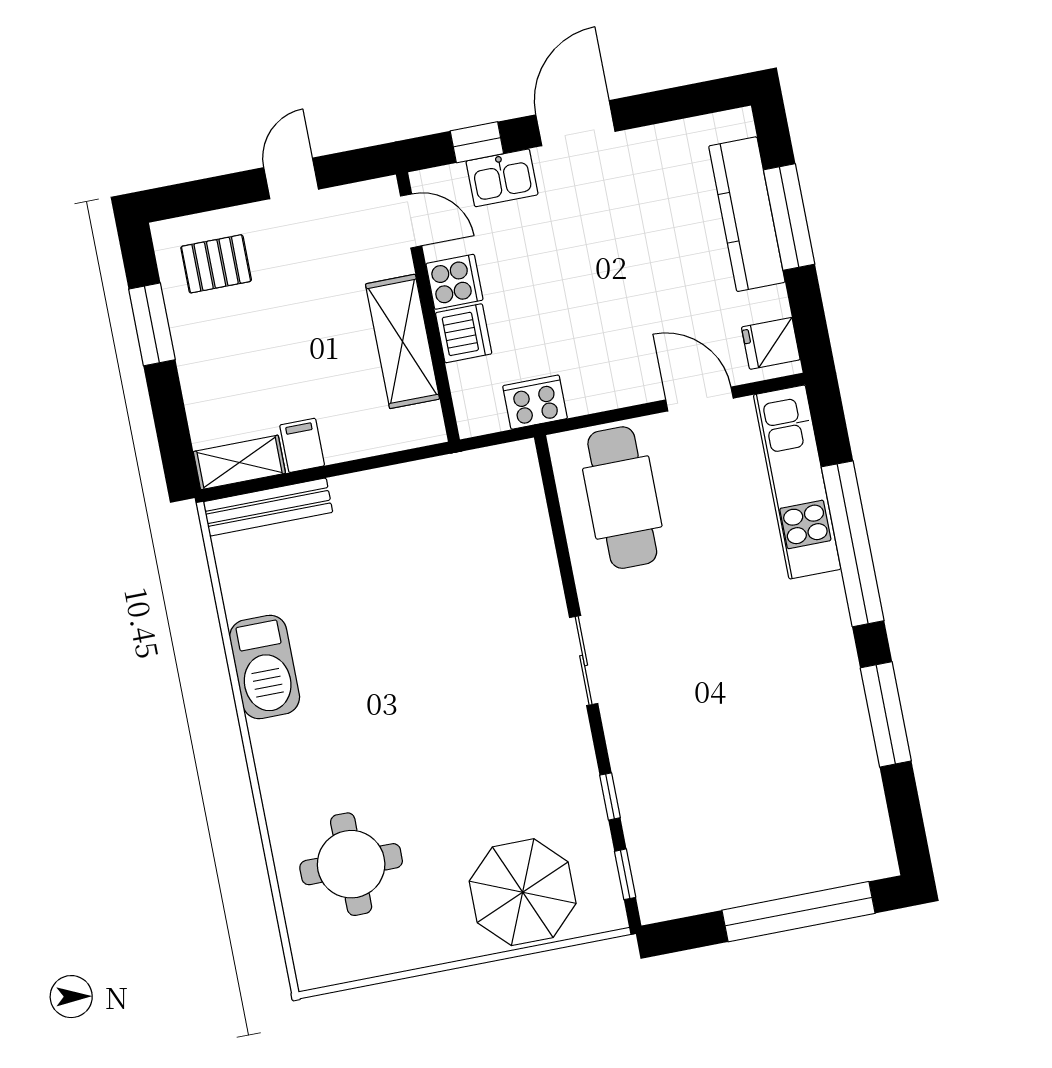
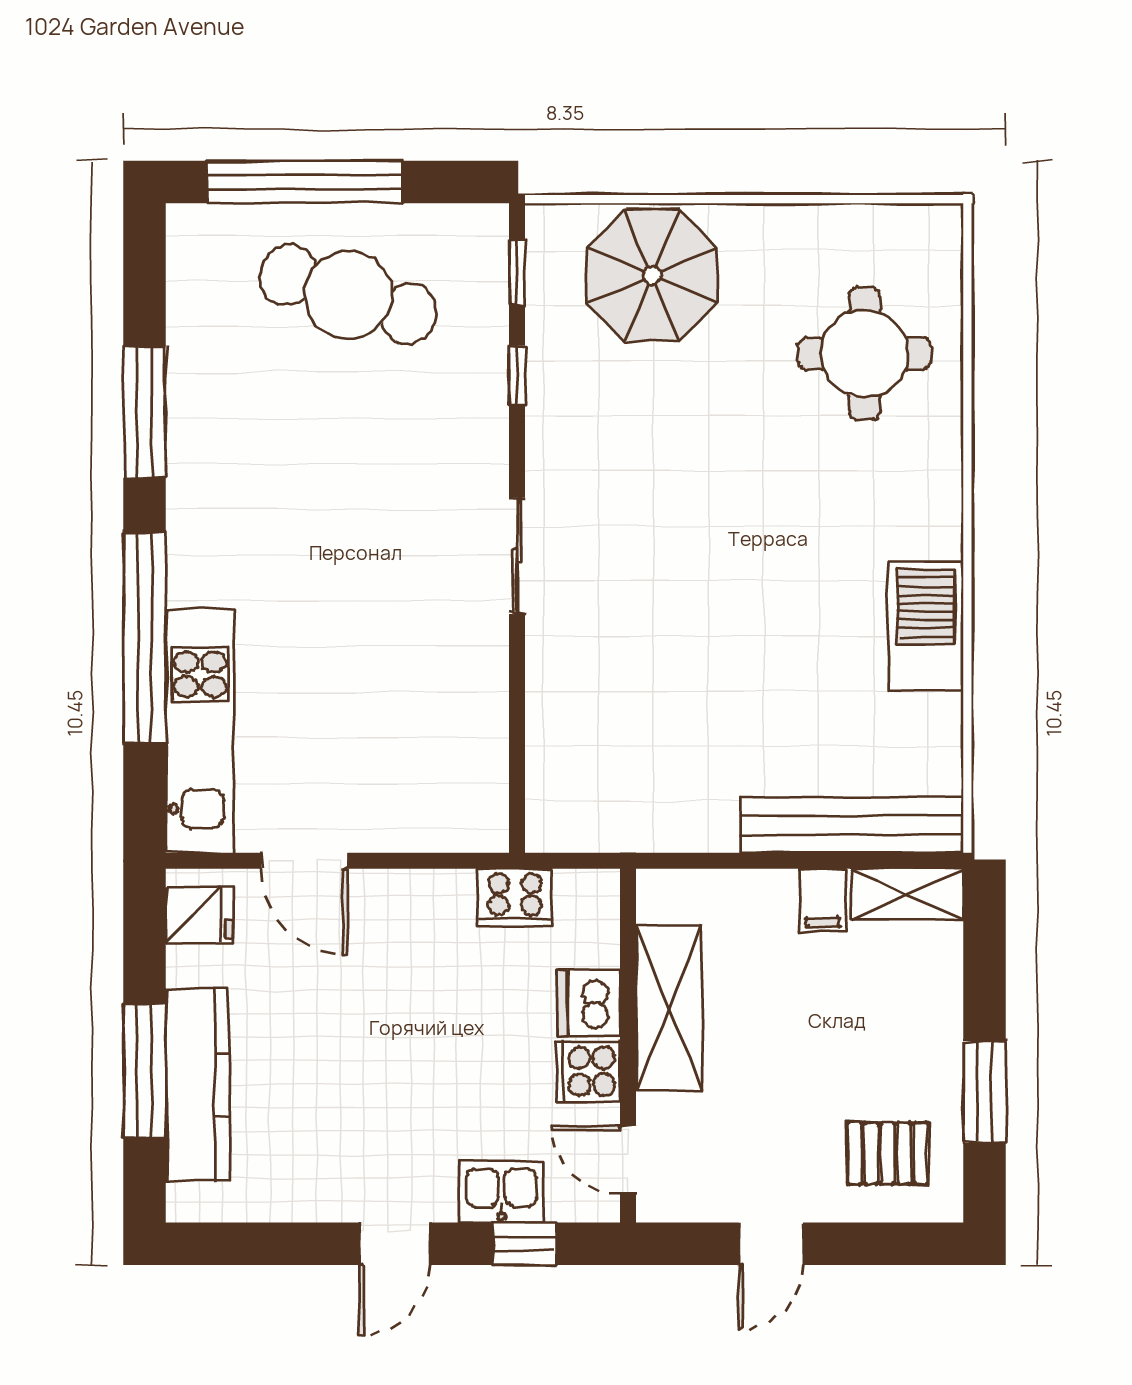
door: (575, 123) -> (394, 1244), width x0.73
cafe table: (622, 498) -> (348, 295), moved, turned -72
bench: (268, 507) -> (852, 825), width x1.37, depth x1.21

